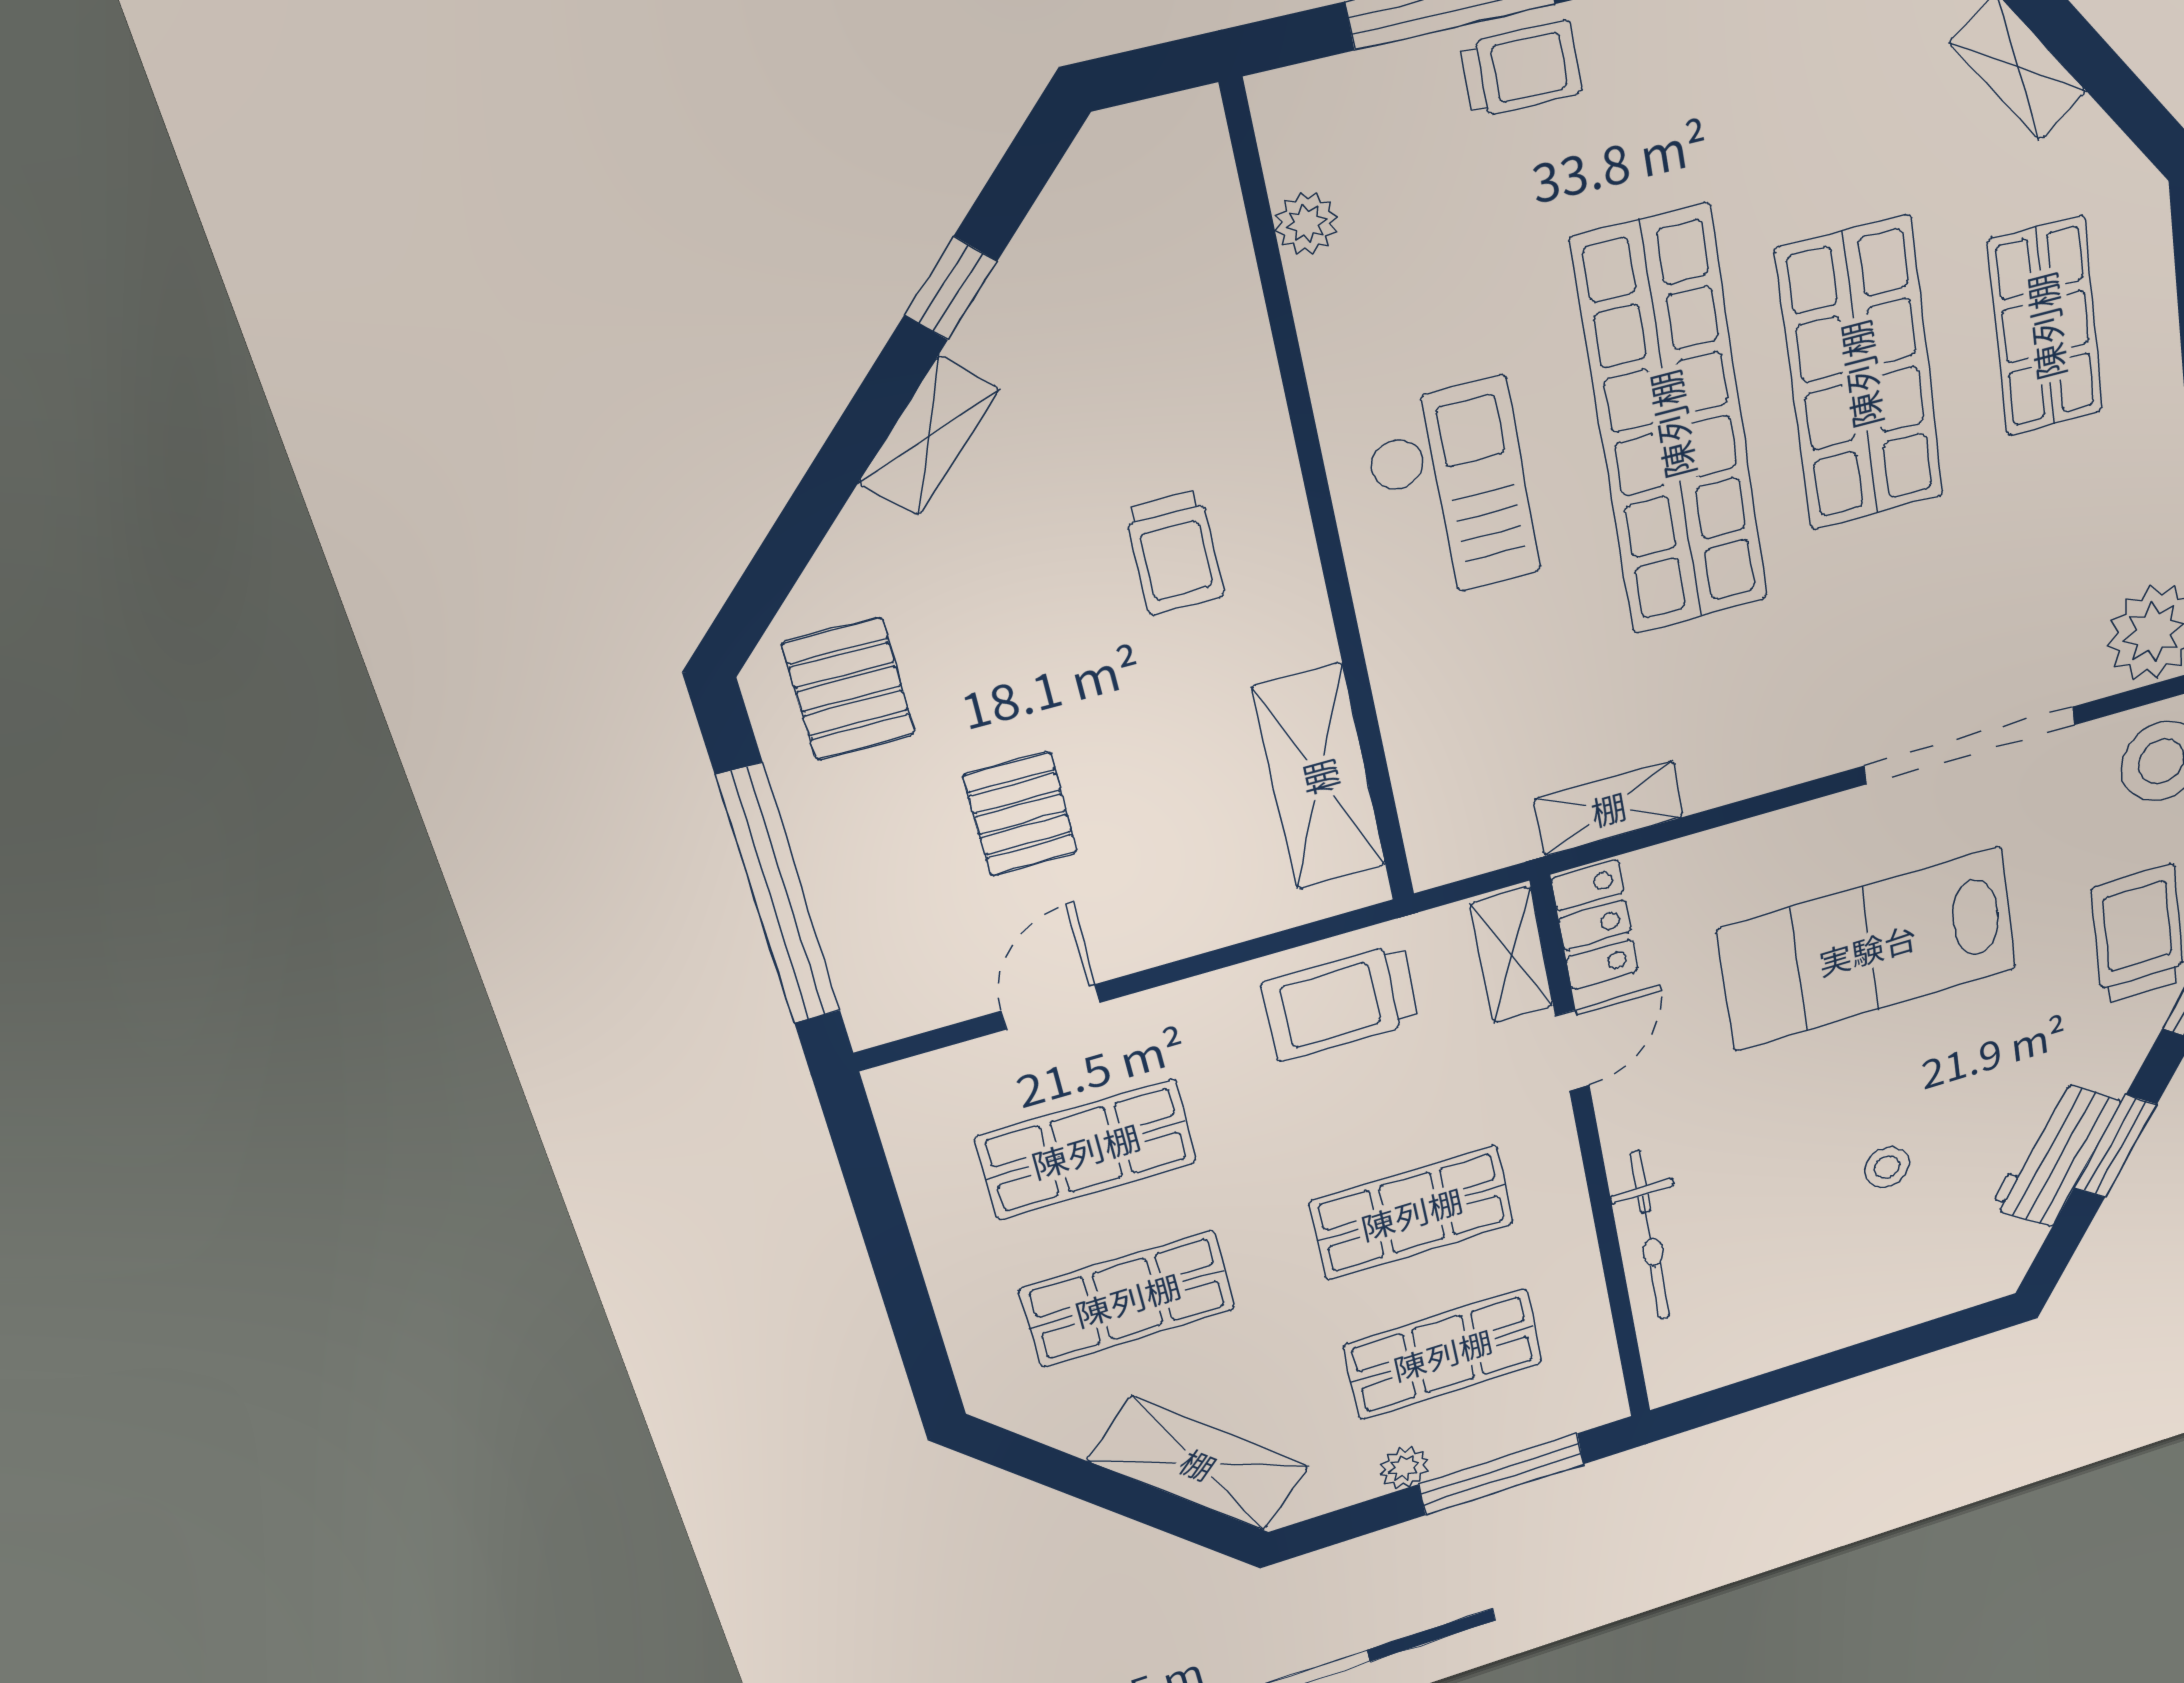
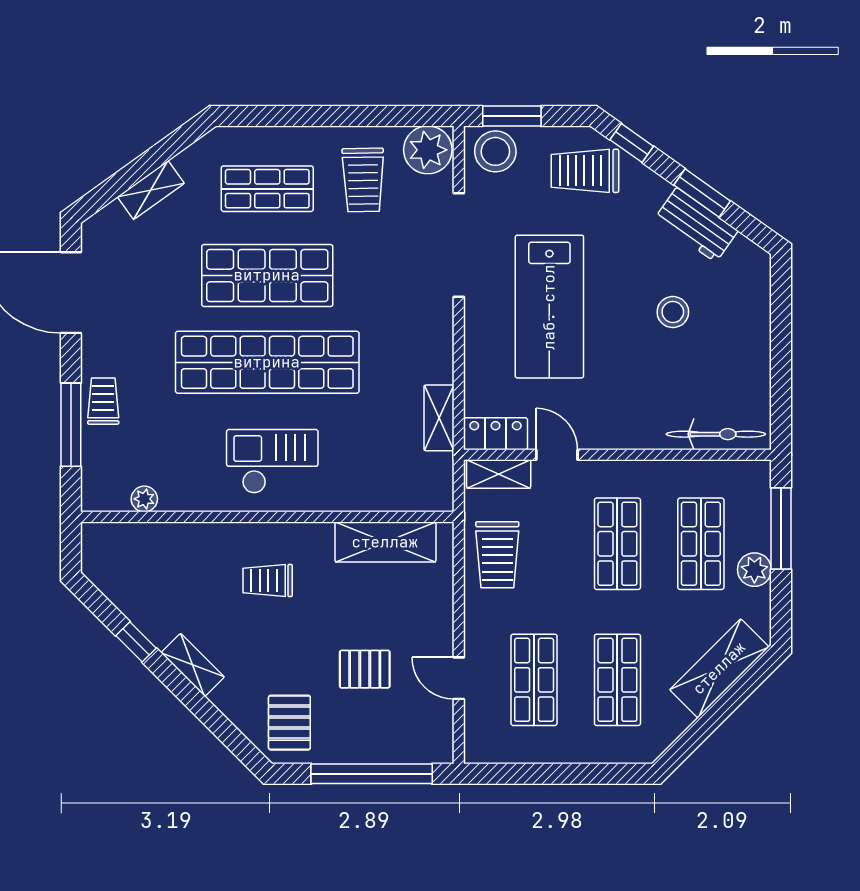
trolley: (2082, 521) -> (363, 180), added
trolley: (1175, 553) -> (268, 580), turned 180
pallet: (849, 689) -> (289, 723), turned 90
stool: (1887, 1167) -> (673, 312), width x1.37, depth x1.37
bicycle: (1650, 1236) -> (716, 434), moved
plant: (1404, 1468) -> (754, 570), width x1.38, depth x1.38

